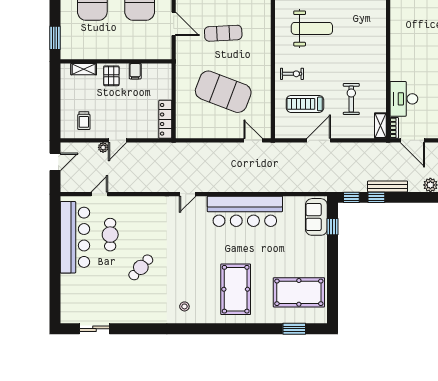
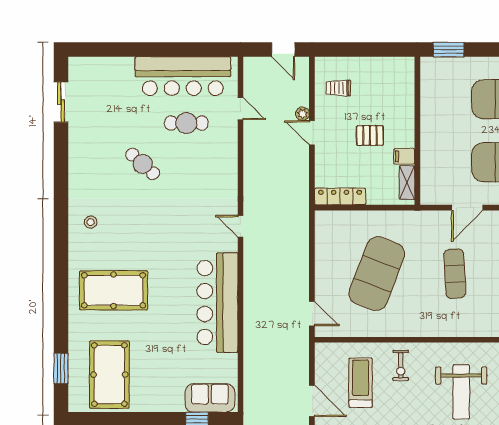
shelving: (84, 69) -> (407, 183), moved
pallet: (111, 76) -> (370, 135), moved
door: (253, 140) -> (312, 314), hinge flipped

